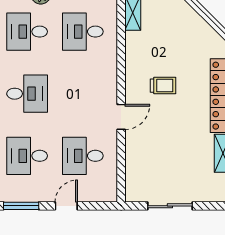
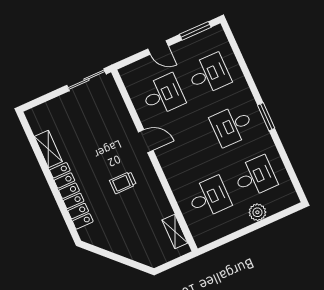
door: (121, 117) -> (146, 141), swing flipped
door: (66, 206) -> (158, 47), hinge flipped
sliding door: (170, 206) -> (86, 80), moved

